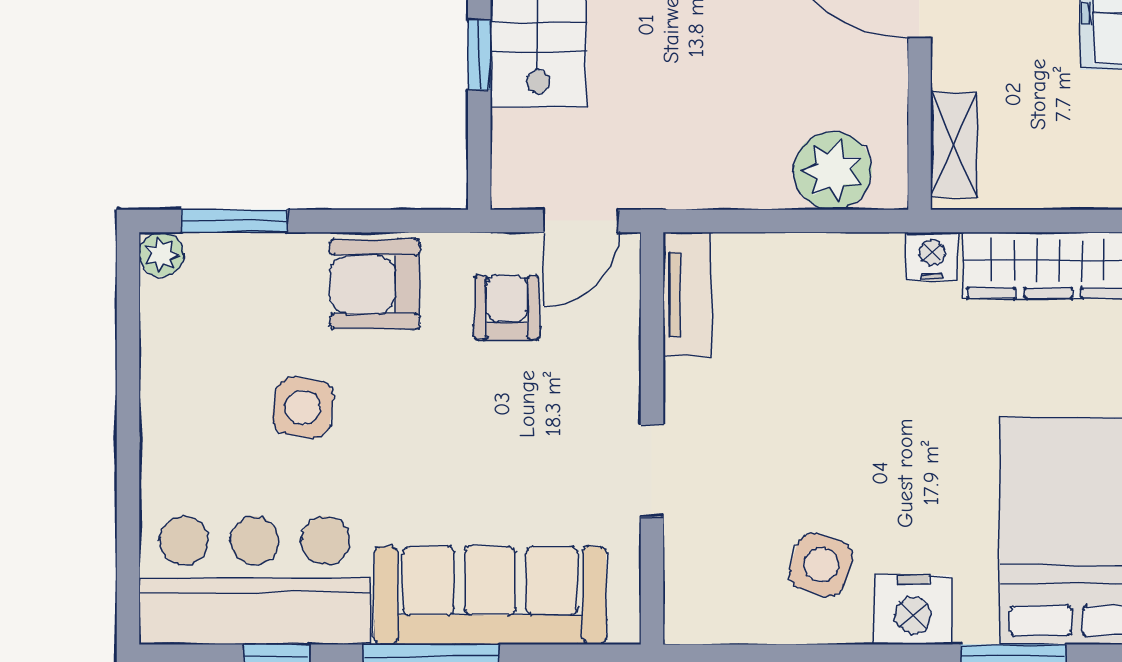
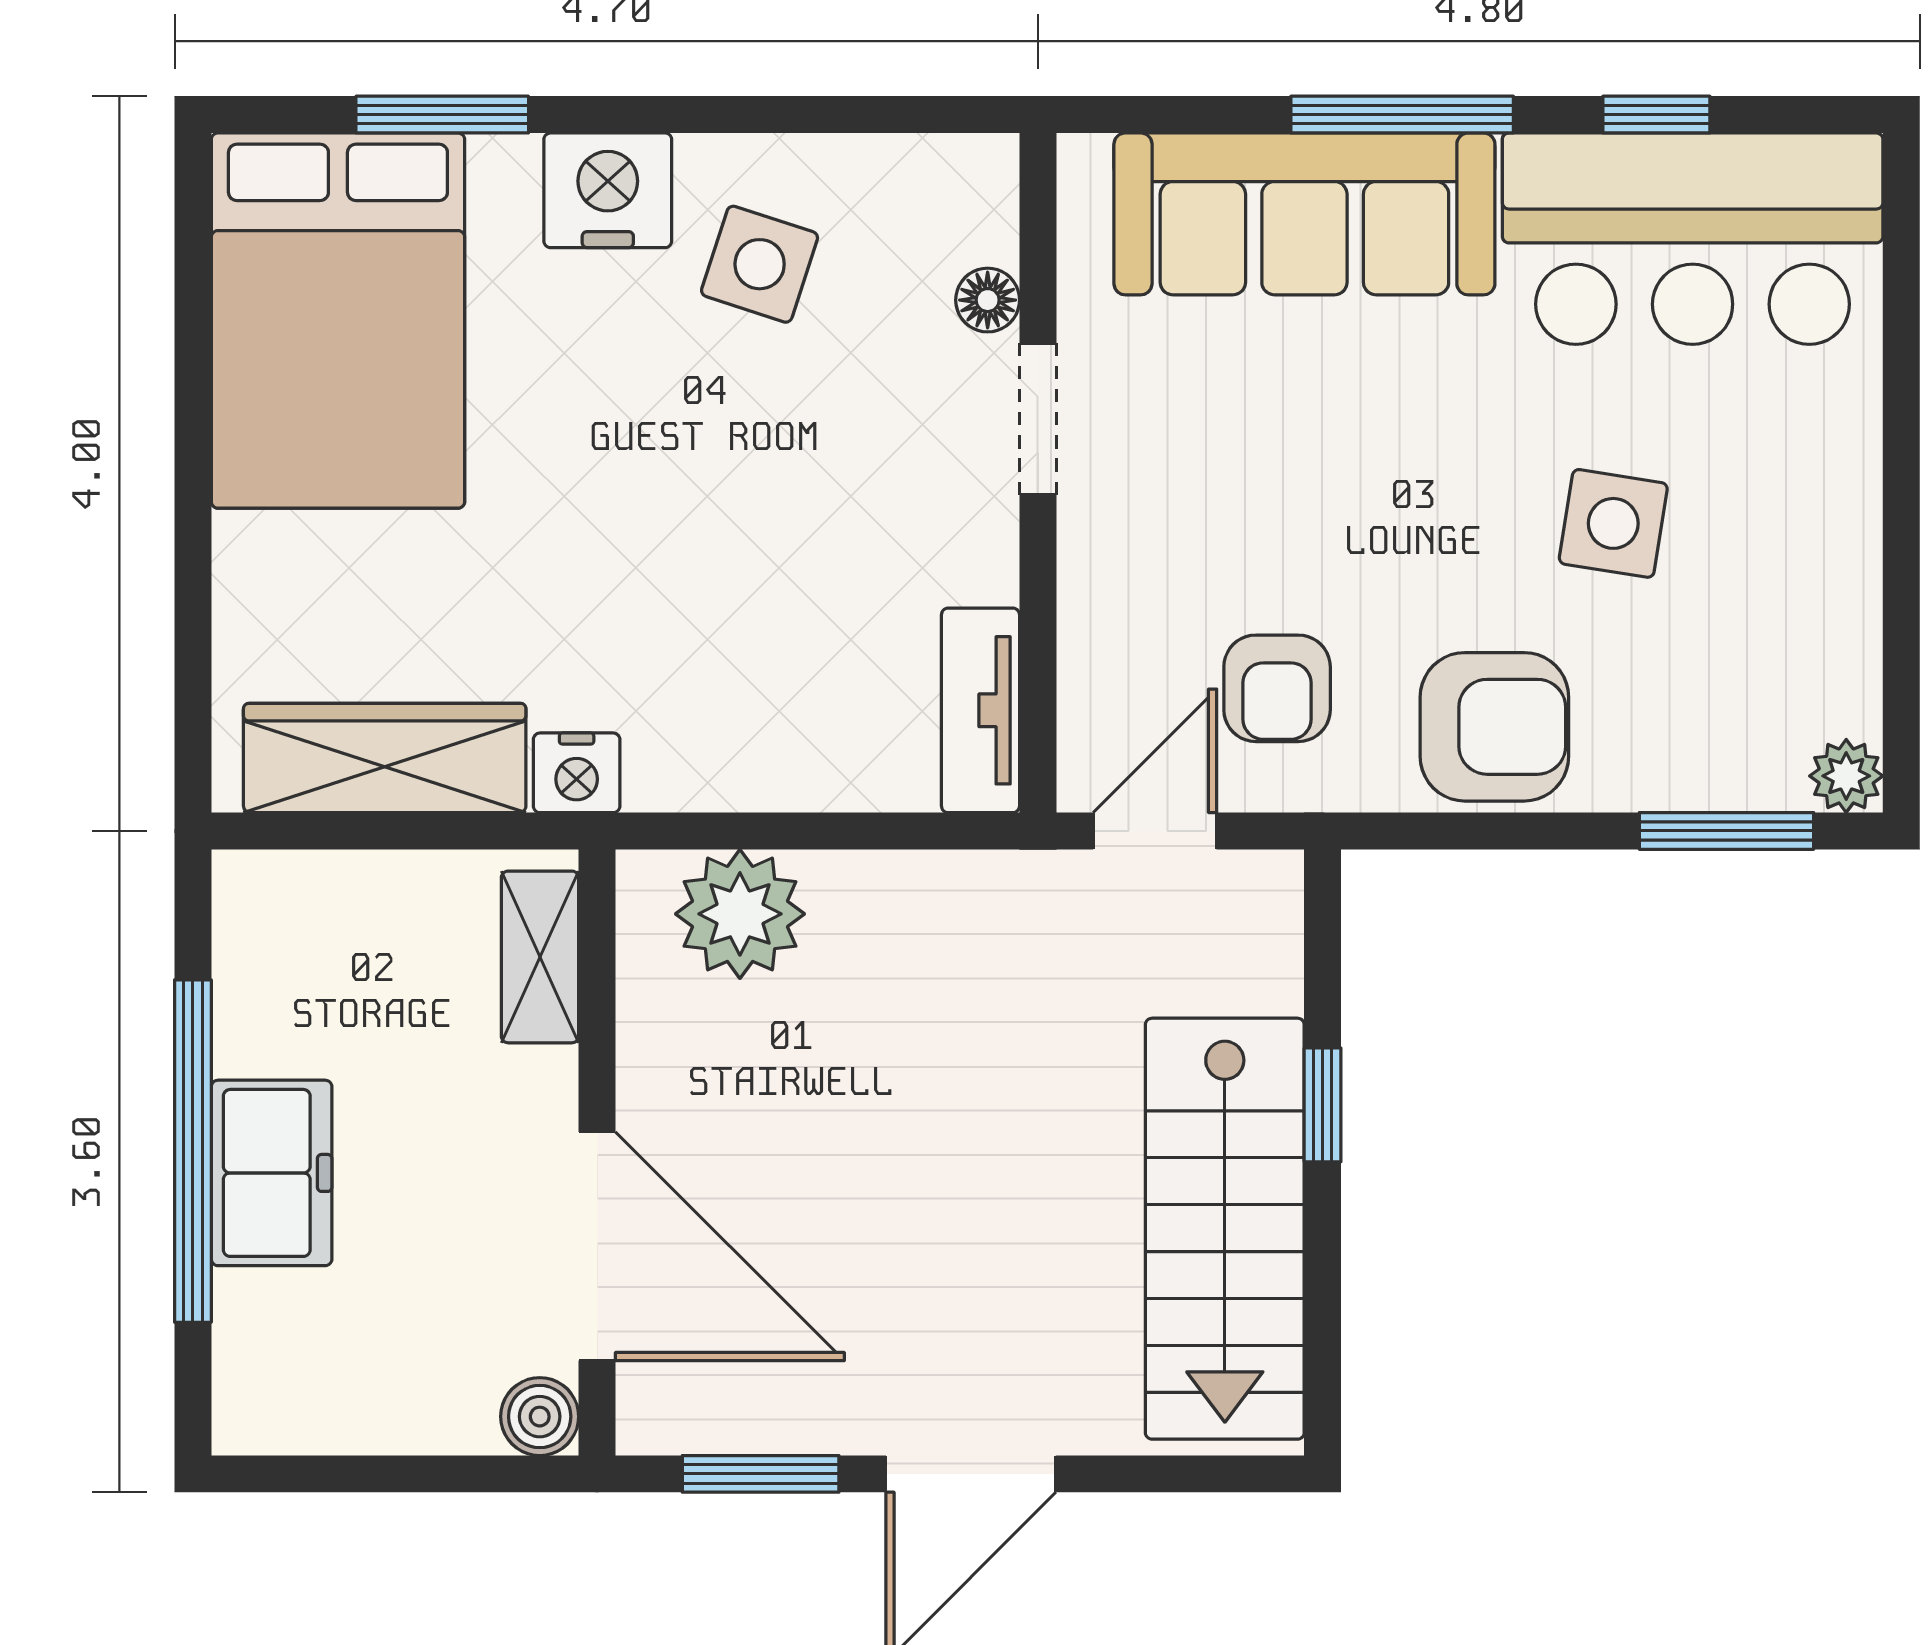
floor lamp: (682, 543) -> (988, 300), added

